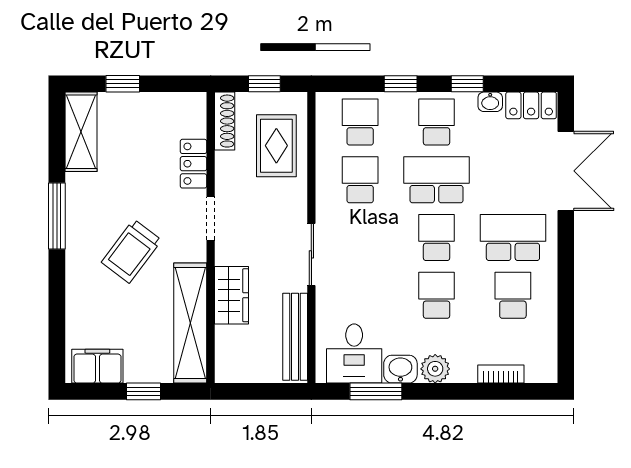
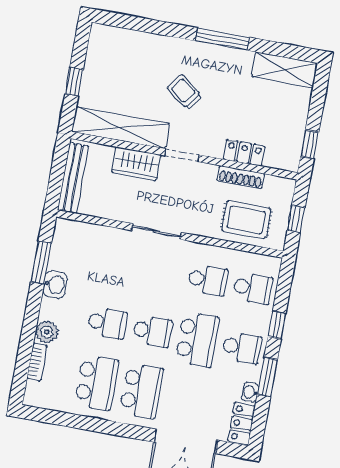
window: (123, 84) -> (310, 144), moved
window: (467, 84) -> (267, 377), width x1.50
shoe rack: (225, 121) -> (241, 177), moved
doorway: (211, 219) -> (182, 155), moved
trolley: (131, 251) -> (185, 92), width x0.73, depth x0.72
school desk: (513, 295) -> (96, 383), width x1.85
bench: (295, 337) -> (73, 178), moved, turned 90
desk: (354, 353) -> (74, 251), removed
filing cabinet: (97, 366) -> (100, 49), removed
plant: (435, 369) -> (47, 332), moved

